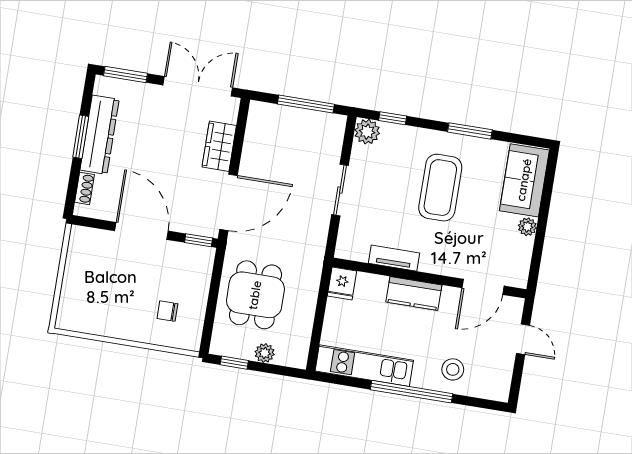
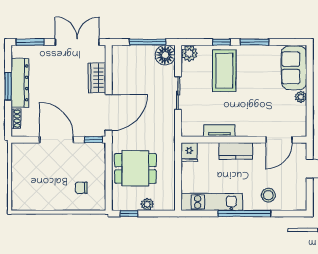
window: (393, 118) -> (221, 42), moved
floor lamp: (330, 128) -> (165, 55), added
coffee table: (440, 188) -> (224, 71), moved
dining table: (255, 295) -> (135, 168), turned 90

